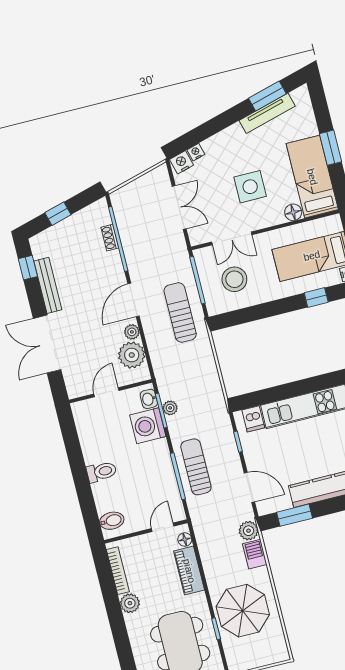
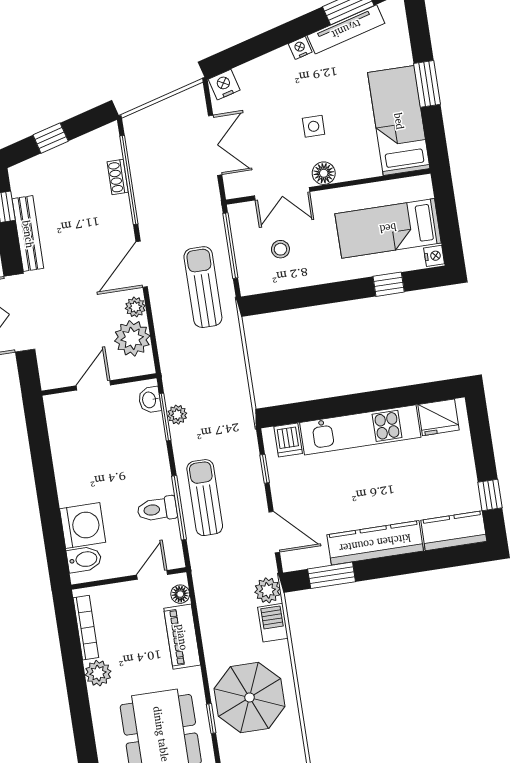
nightstand: (196, 152) -> (300, 48), moved
side table: (250, 187) -> (314, 126), width x0.54, depth x0.54
floor lamp: (293, 212) -> (324, 173), moved
stool: (234, 279) -> (280, 249), width x0.53, depth x0.53
washing machine: (148, 426) -> (83, 526), moved, turned 180
toilet: (102, 472) -> (157, 509), moved, turned 180

